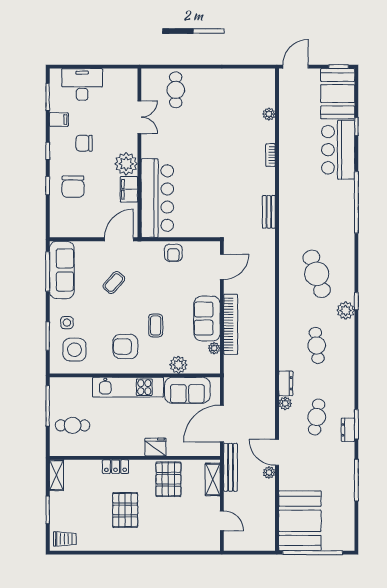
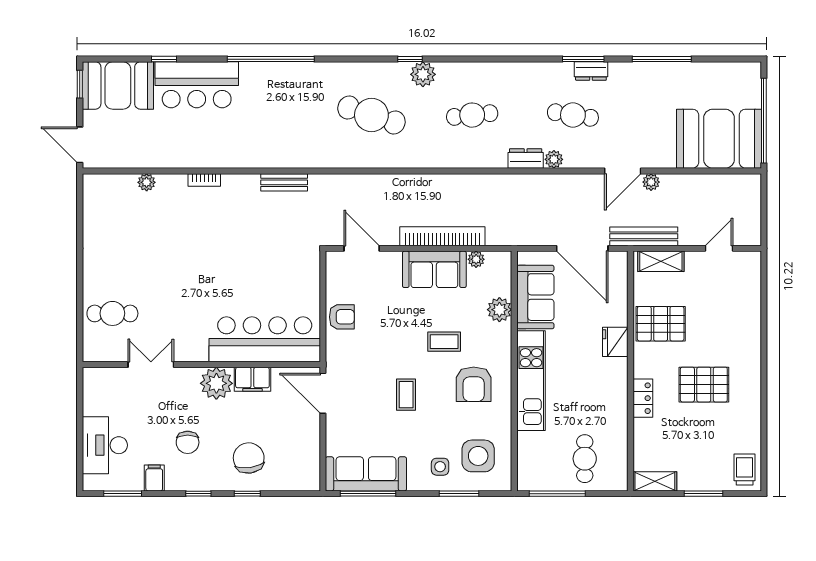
chair: (73, 187) -> (249, 458), turned -98
cafe table: (317, 274) -> (371, 115), turned 36
coffee table: (114, 283) -> (406, 395), moved, turned 48

